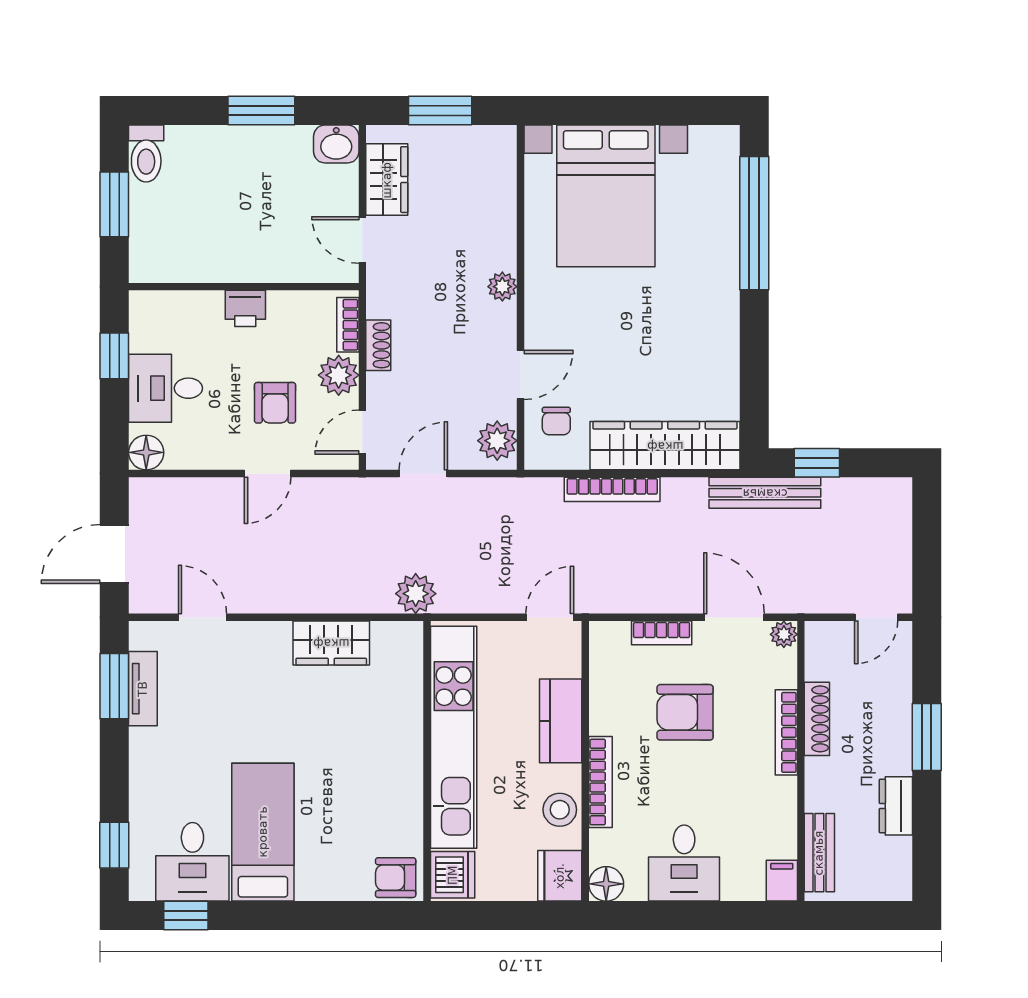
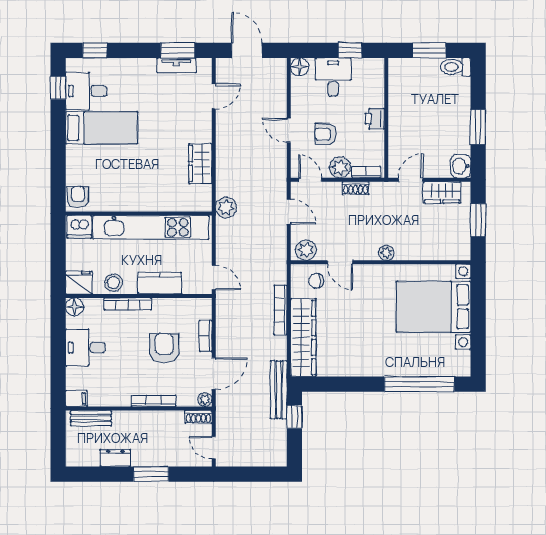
shoe rack: (817, 719) -> (198, 417), moved, width x0.70

